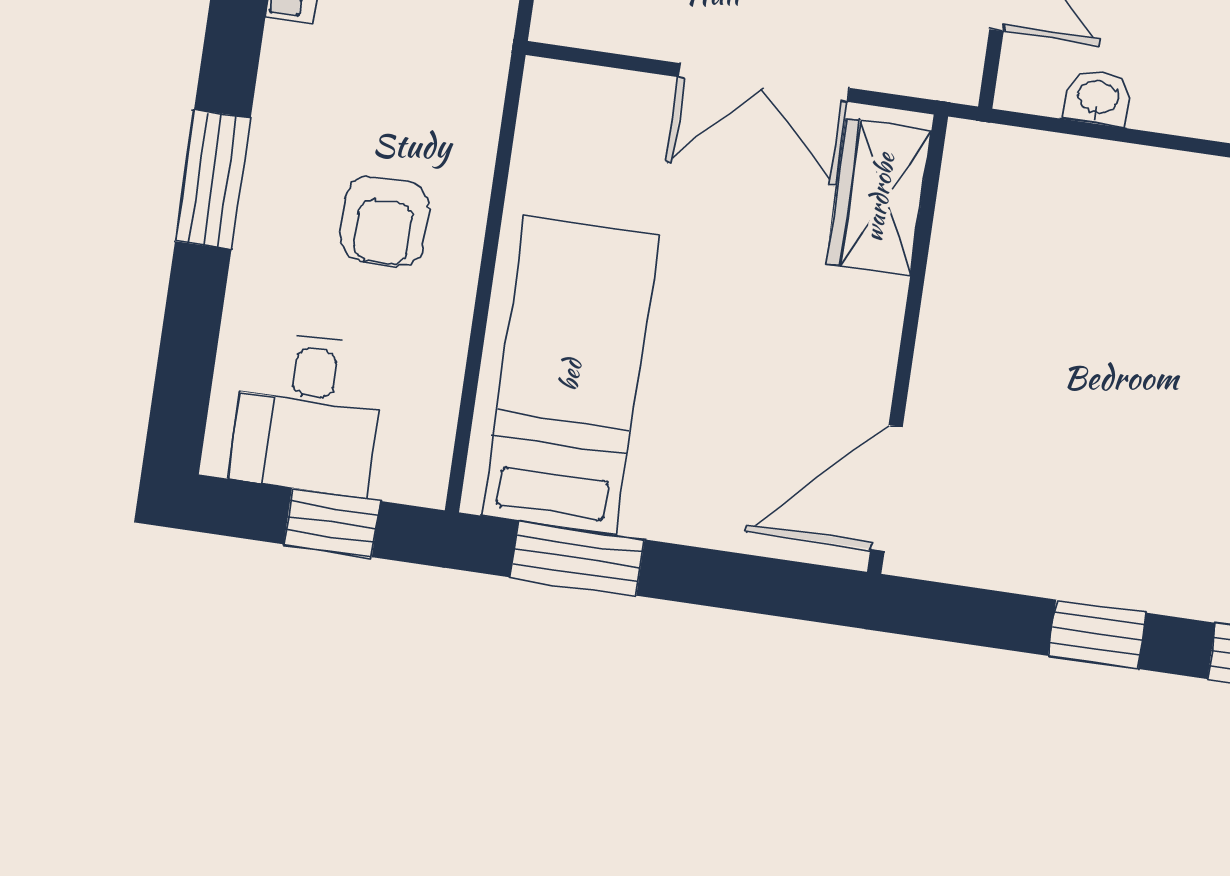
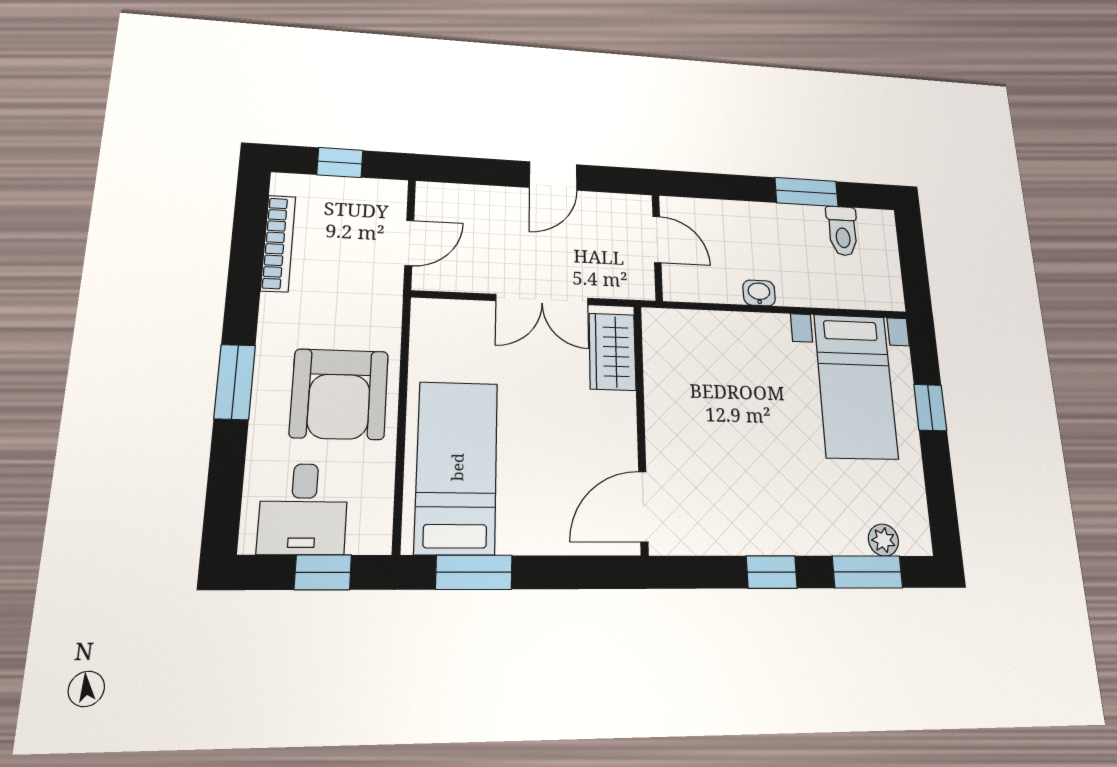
washbasin: (1098, 98) -> (759, 293), moved
armchair: (384, 221) -> (339, 394), width x1.88, depth x1.88

